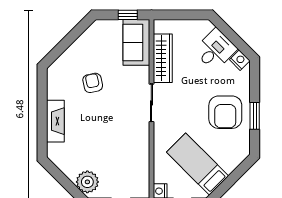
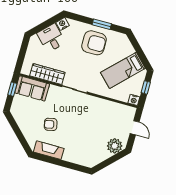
fireplace: (55, 121) -> (49, 150), moved

